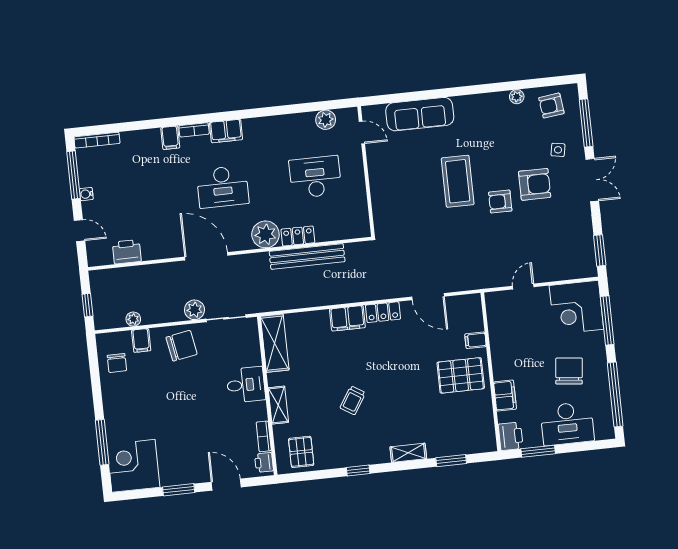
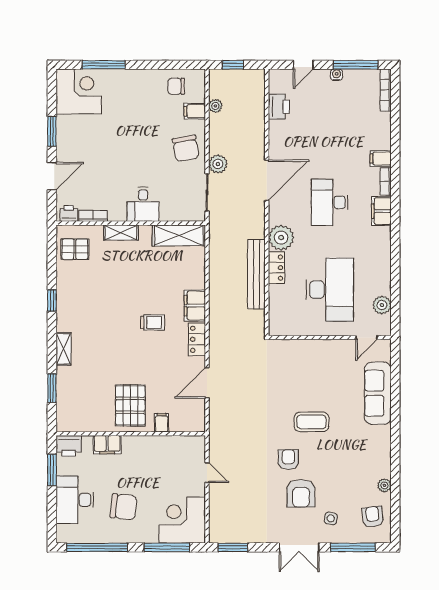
desk: (315, 177) -> (330, 290), width x1.36, depth x1.30
coffee table: (458, 181) -> (311, 422), width x0.73, depth x0.76
trolley: (353, 400) -> (152, 322), moved, turned 148

